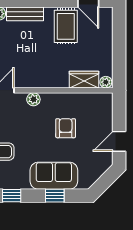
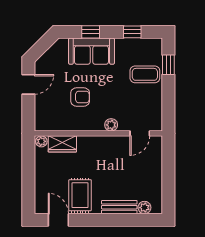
armchair: (66, 128) -> (80, 97), turned -90

